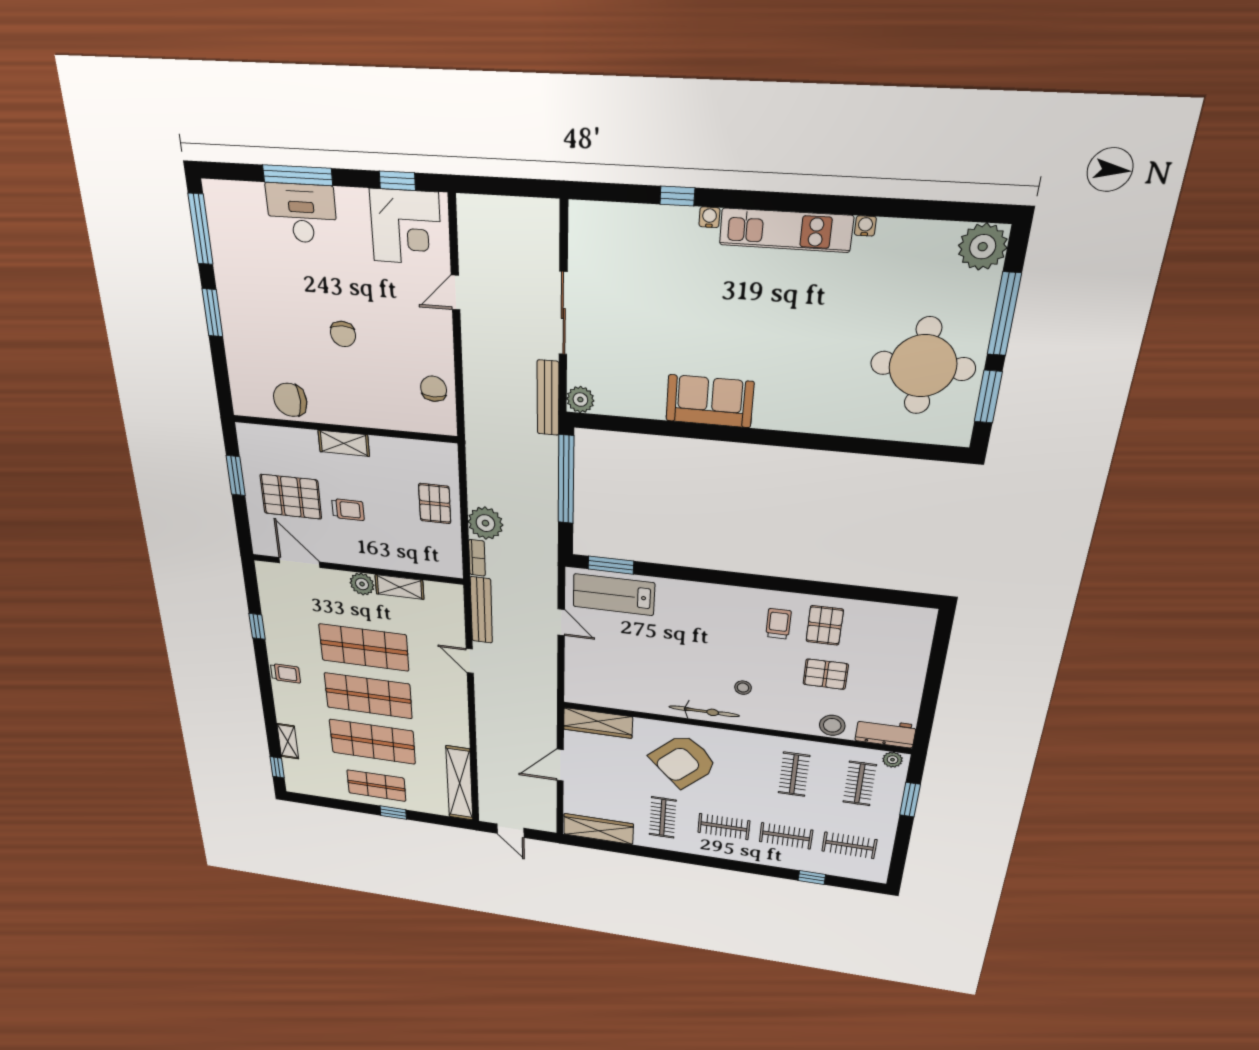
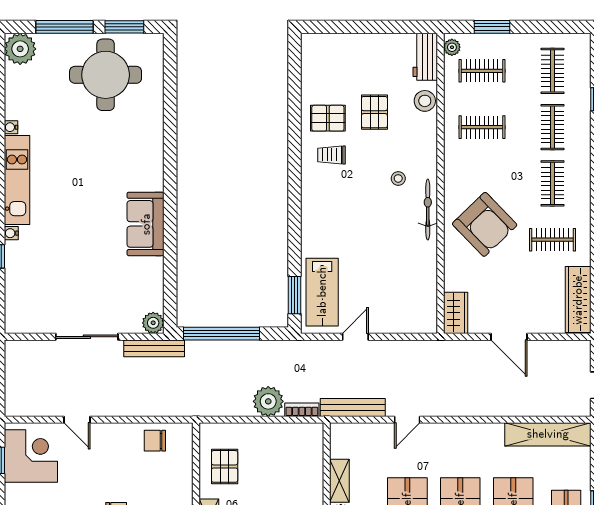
pallet: (435, 504) -> (225, 466), moved, turned 90
wardrobe: (598, 723) -> (456, 313), width x0.67

